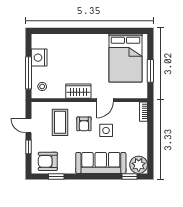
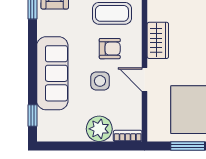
armchair: (84, 124) -> (110, 49), turned 180
plant: (139, 165) -> (99, 129), moved

